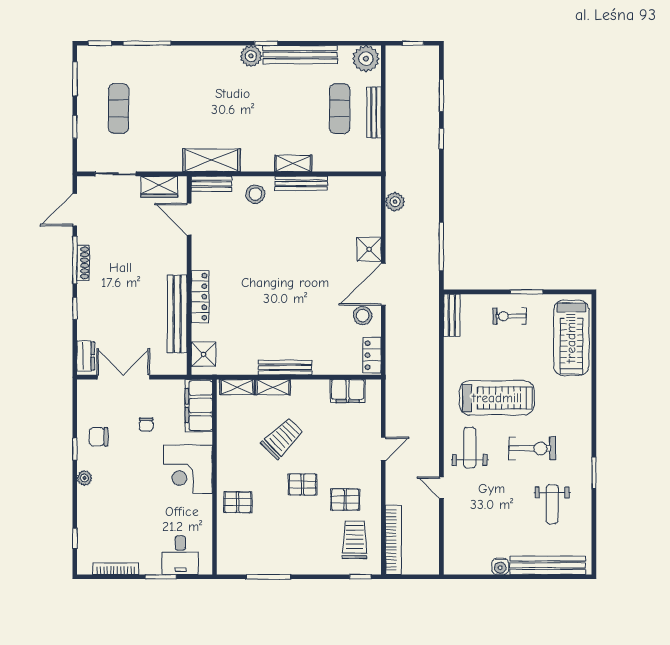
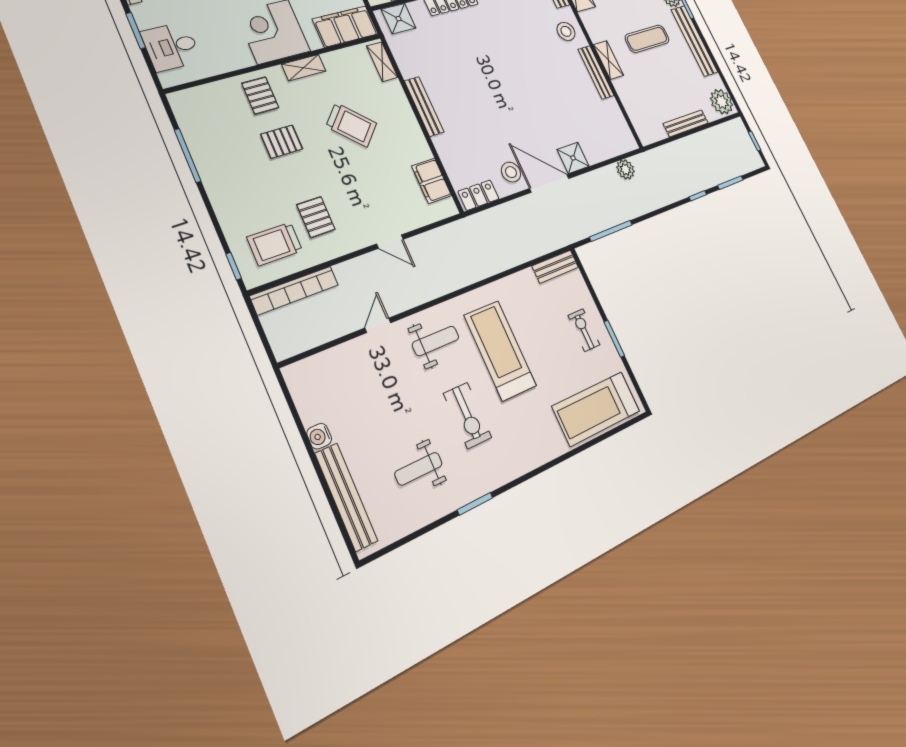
exercise mat: (340, 109) -> (647, 39), moved
shelving: (273, 387) -> (304, 68), moved, turned 90
treadmill: (497, 398) -> (500, 350), turned 180
pallet: (302, 484) -> (282, 142), moved, turned 90
trolley: (355, 540) -> (275, 244), turned 180

